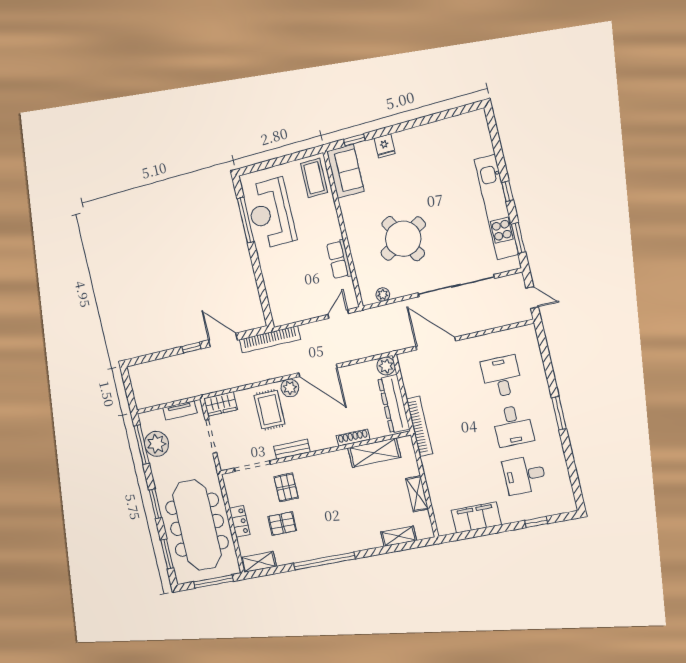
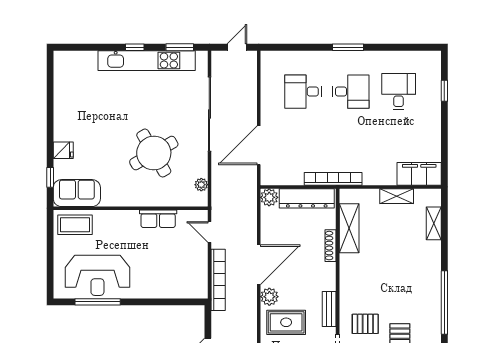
bookcase: (270, 339) -> (218, 280), moved
desk: (524, 475) -> (399, 92), turned 180
filing cabinet: (476, 517) -> (419, 174), moved, turned 90

